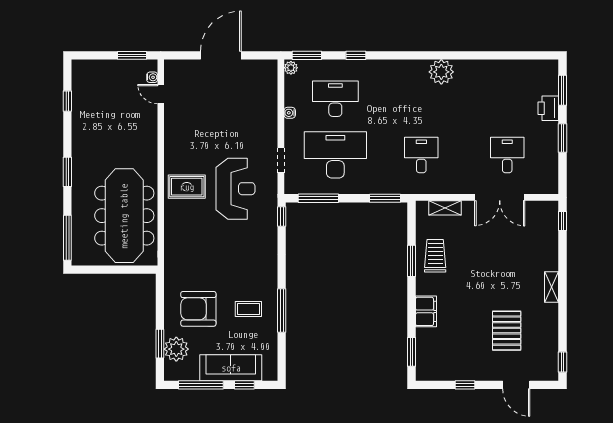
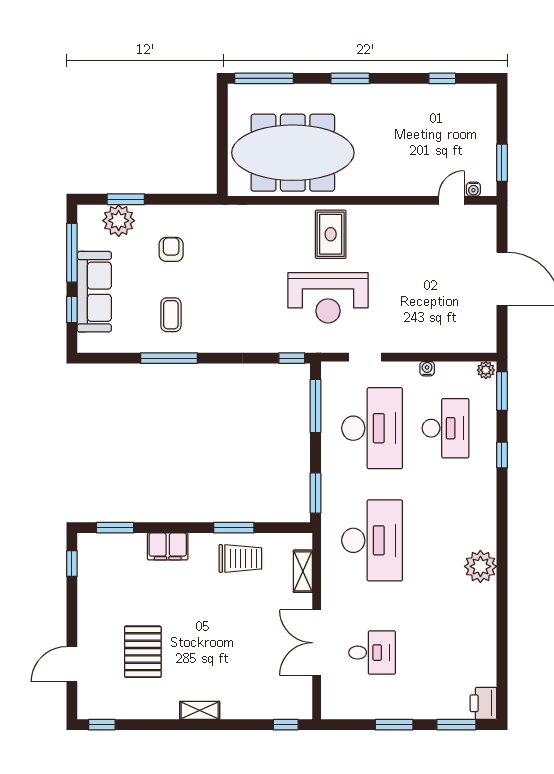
printer: (548, 108) -> (483, 703), moved, turned -90
desk: (421, 155) -> (372, 540), width x1.87, depth x1.30
armchair: (198, 309) -> (171, 249), width x0.53, depth x0.53
pallet: (507, 331) -> (143, 652), turned 90
window: (465, 385) -> (72, 563), moved

